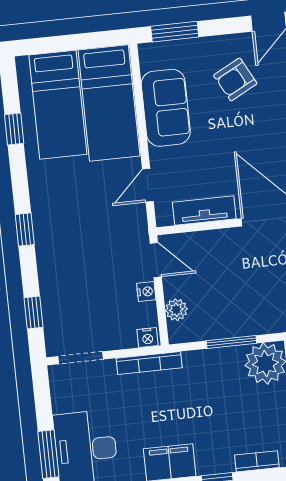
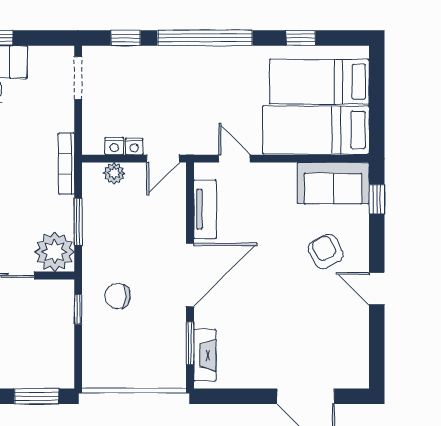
window: (175, 32) -> (377, 199), width x0.67
sofa: (166, 108) -> (333, 183), moved
window: (25, 229) -> (205, 38), width x3.17
nightstand: (148, 338) -> (114, 146), moved, turned -90
bookcase: (149, 363) -> (67, 164), moved

